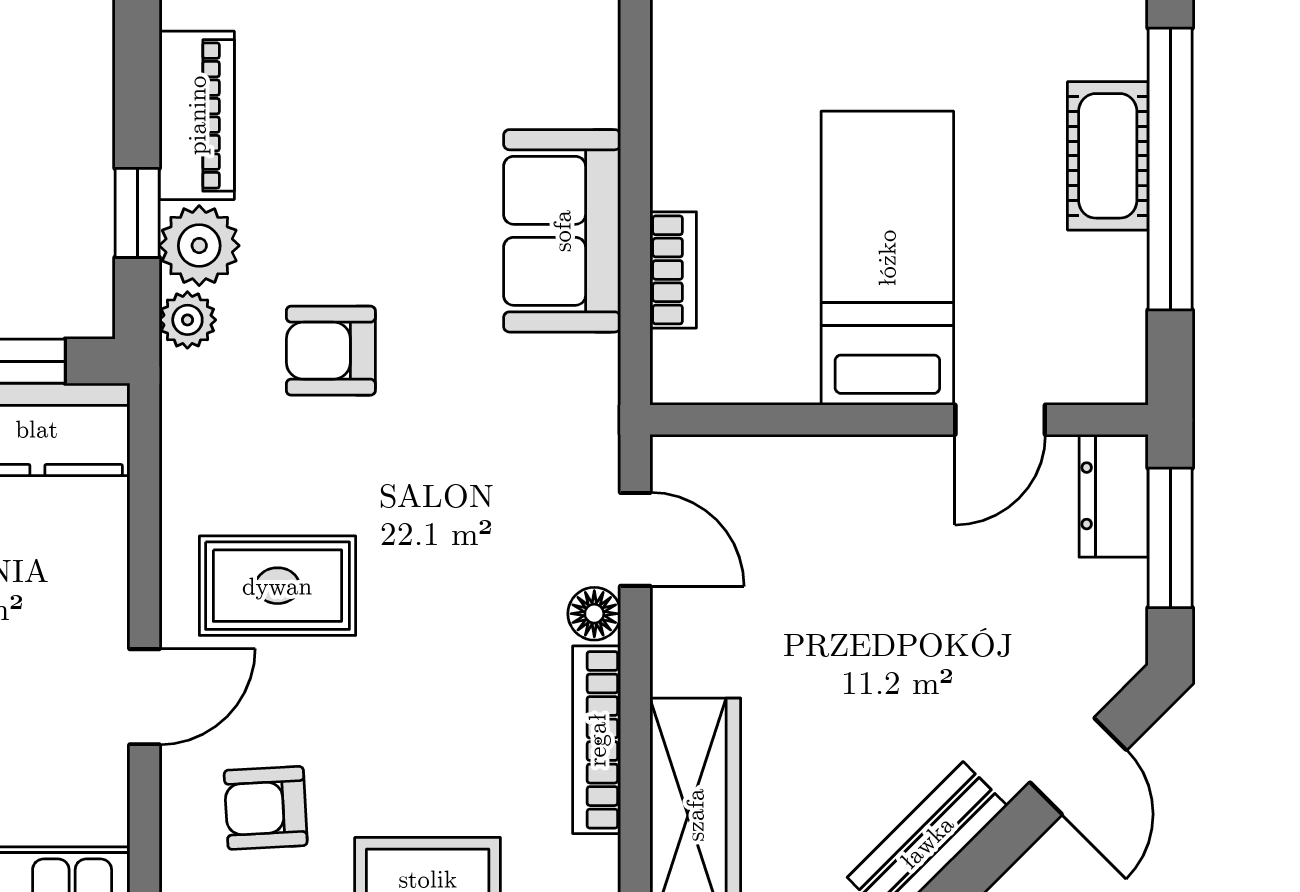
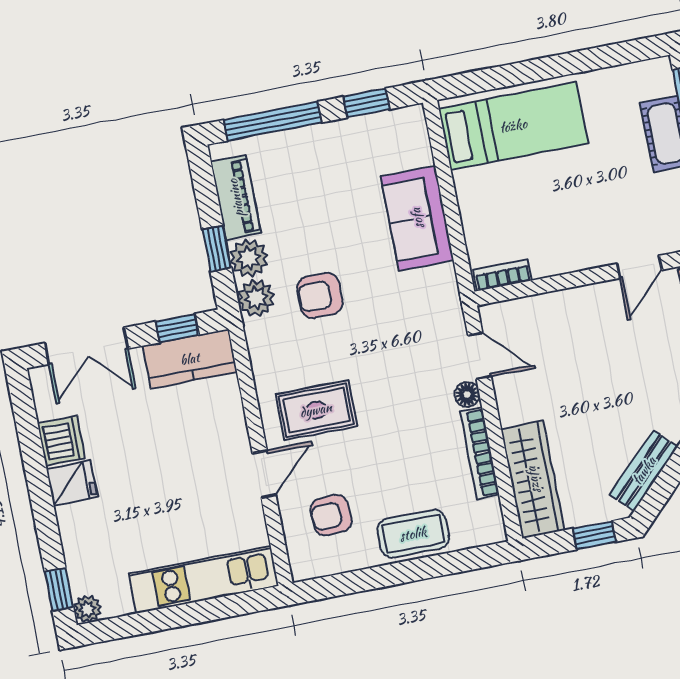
bed: (887, 258) -> (513, 126), moved, turned 90
bookcase: (673, 270) -> (502, 275), moved, turned -90
plant: (187, 320) -> (256, 298), width x1.38, depth x1.38

